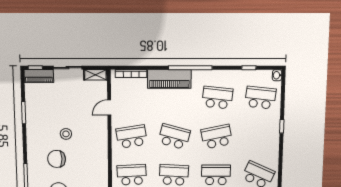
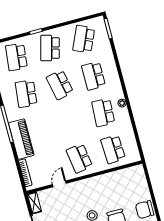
door: (109, 108) -> (59, 184), swing flipped
school desk: (174, 137) -> (50, 48), moved

